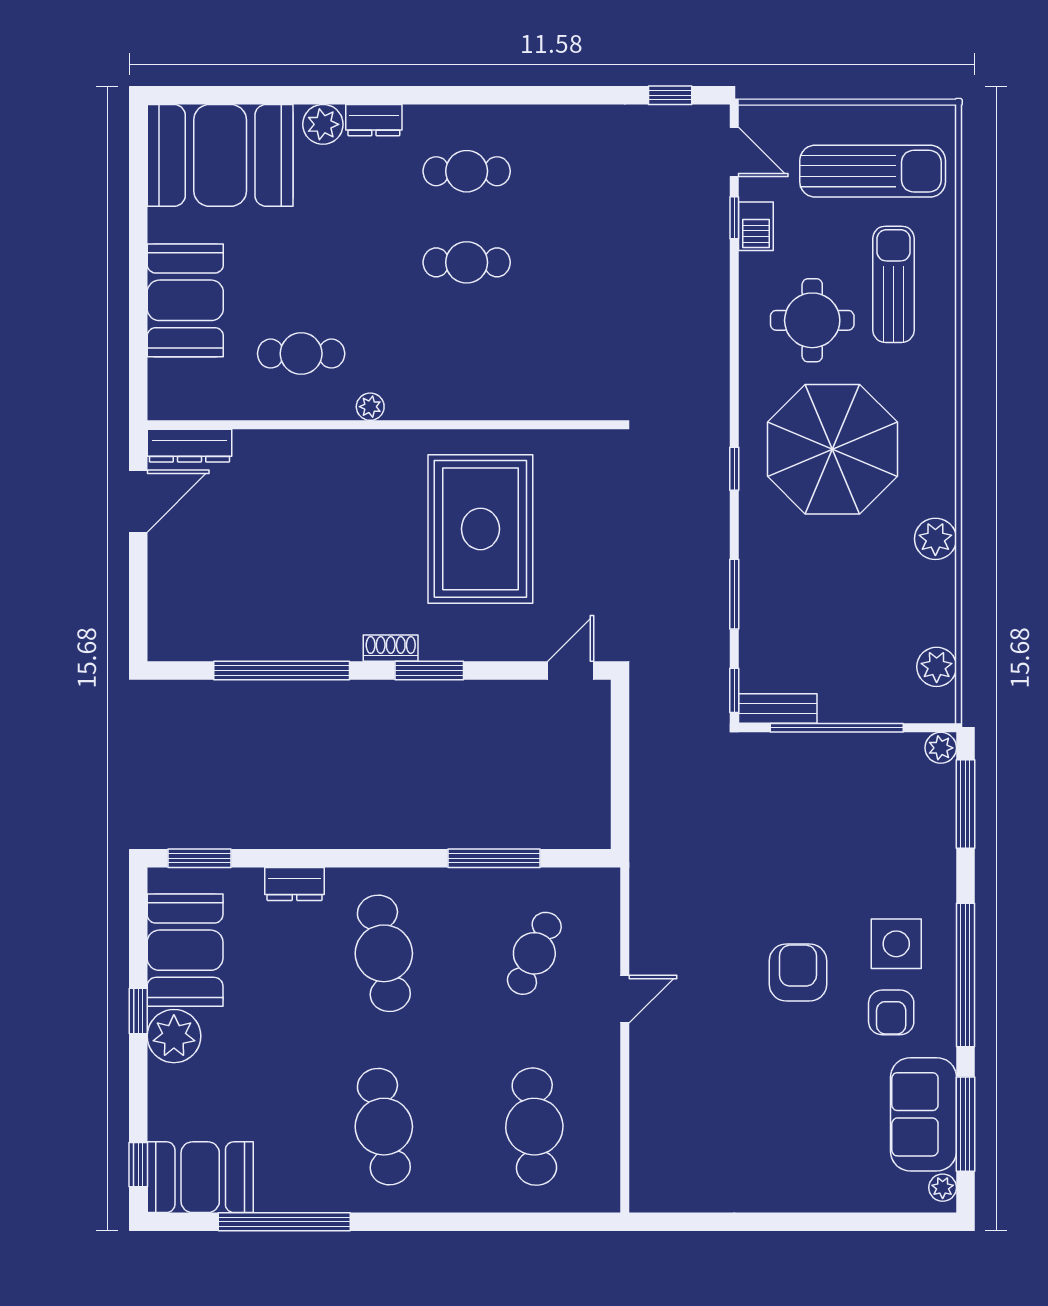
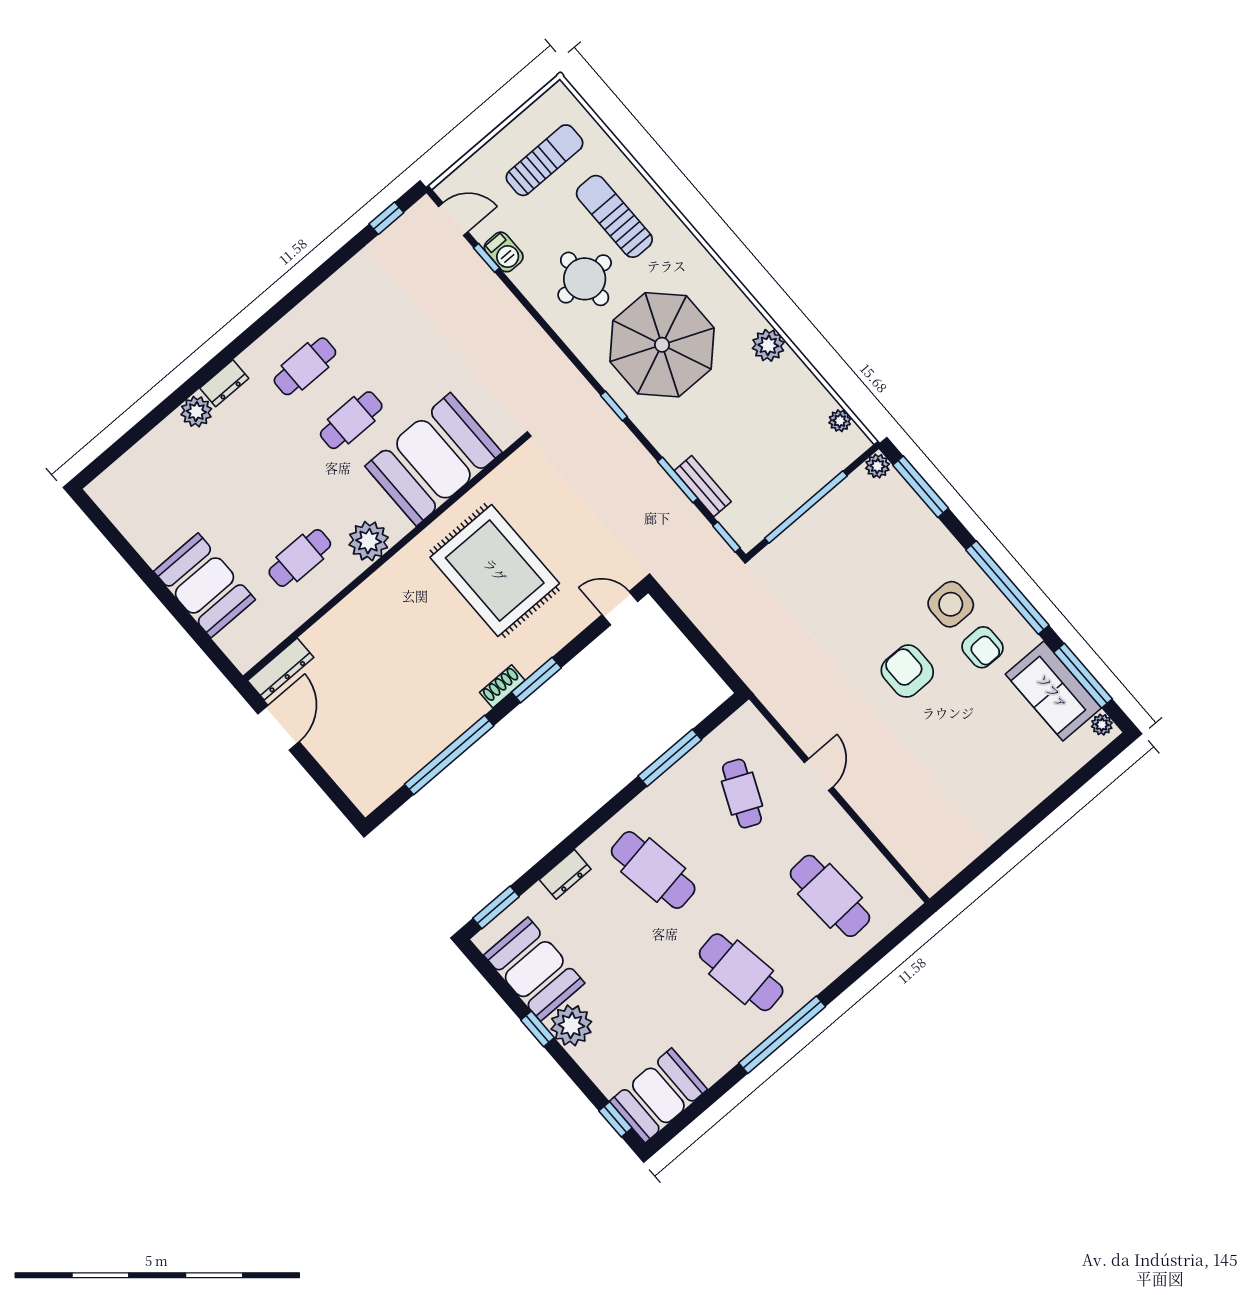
booth: (220, 155) -> (433, 459), moved
sun lounger: (873, 171) -> (545, 160), width x0.73, depth x0.75
plant: (370, 407) -> (369, 541), width x1.88, depth x1.88
plant: (937, 667) -> (840, 421), width x0.73, depth x0.73
door: (571, 671) -> (620, 608), hinge flipped
bench: (778, 709) -> (703, 486), moved, turned 90
window: (284, 1222) -> (782, 1035), moved

